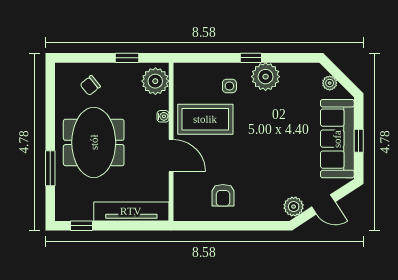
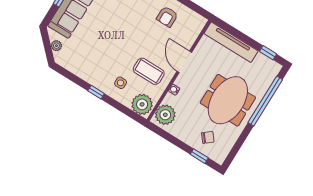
window: (127, 58) -> (199, 156), moved
plant: (266, 77) -> (142, 104), moved
coffee table: (205, 119) -> (149, 71), width x0.73, depth x0.76
window: (50, 168) -> (265, 101), width x2.11
armchair: (223, 195) -> (167, 17), turned 180

